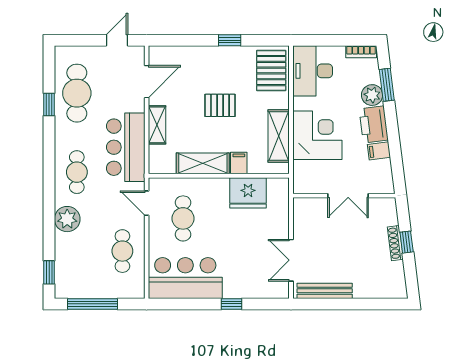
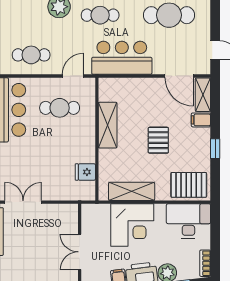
shelving: (157, 125) -> (203, 95), moved, turned 90
filing cabinet: (239, 163) -> (201, 120), moved, turned 180
fridge: (248, 193) -> (85, 172), width x0.53, depth x0.75

